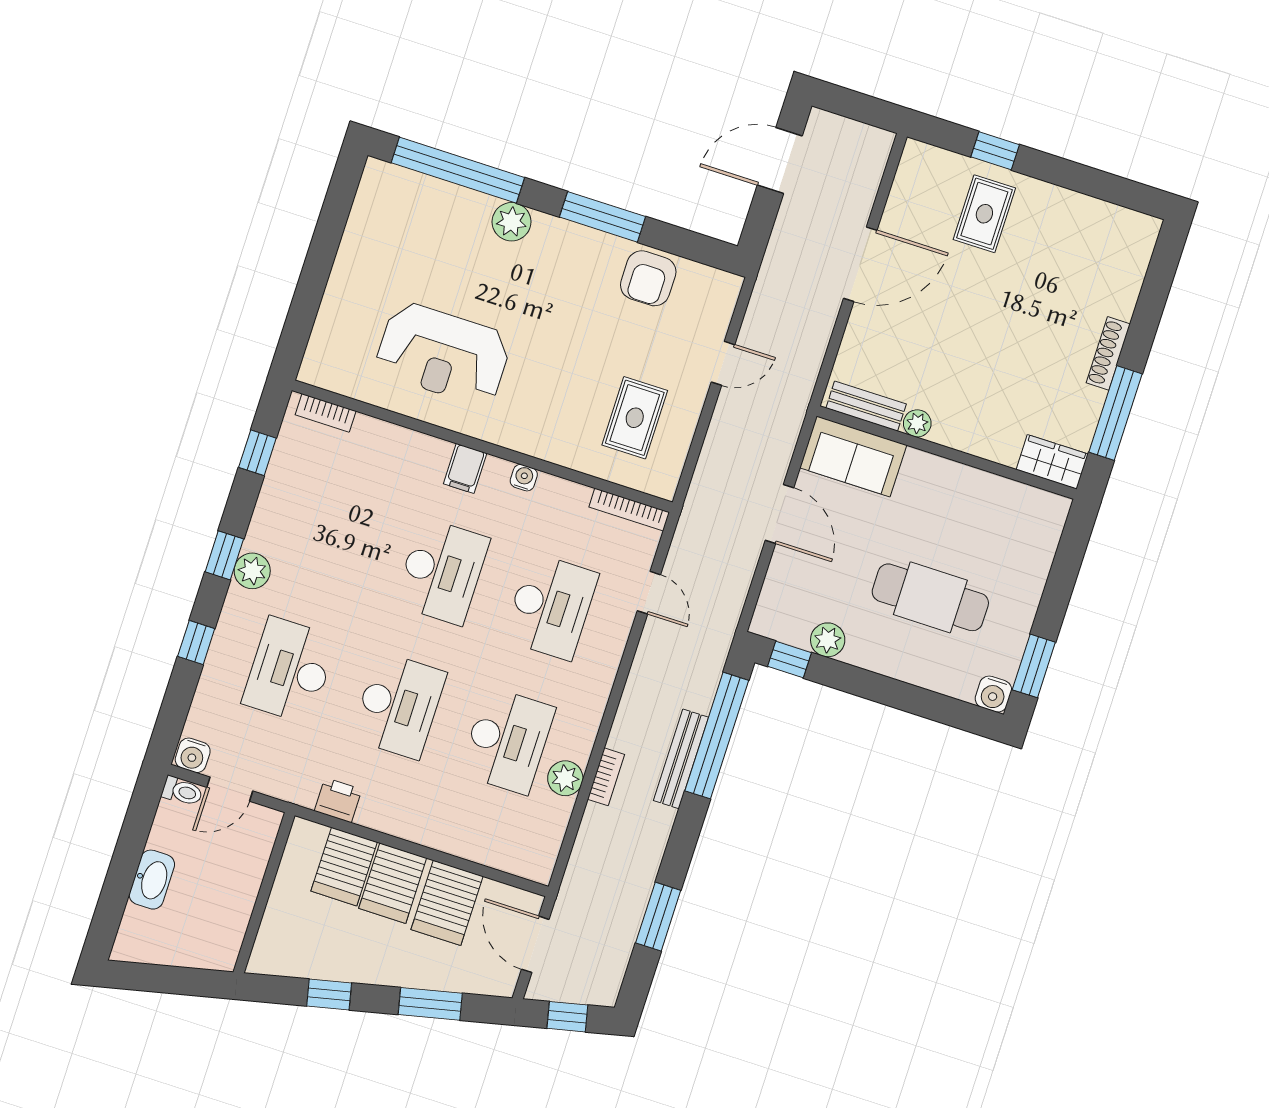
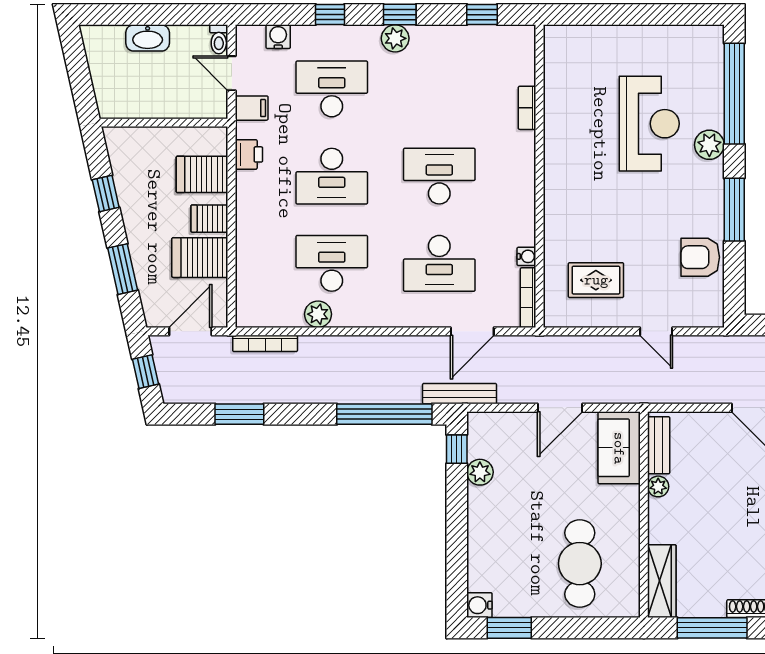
reception desk: (443, 354) -> (649, 124), moved, turned 180
bookcase: (326, 413) -> (527, 108), moved
wardrobe: (1052, 462) -> (662, 581), width x1.50
filing cabinet: (465, 468) -> (252, 108), moved, turned 180
water cooler: (524, 478) -> (526, 256), moved
desk: (442, 571) -> (439, 176), turned 180
door: (649, 593) -> (472, 331), width x1.38
cafe table: (930, 597) -> (580, 564), moved
desk: (507, 741) -> (332, 263), turned 180
water cooler: (193, 755) -> (278, 37), moved, turned 90
bench: (681, 759) -> (460, 394), moved
bookcase: (606, 777) -> (265, 343), moved, width x1.56
server rack: (393, 883) -> (209, 219), width x0.73, depth x0.70

